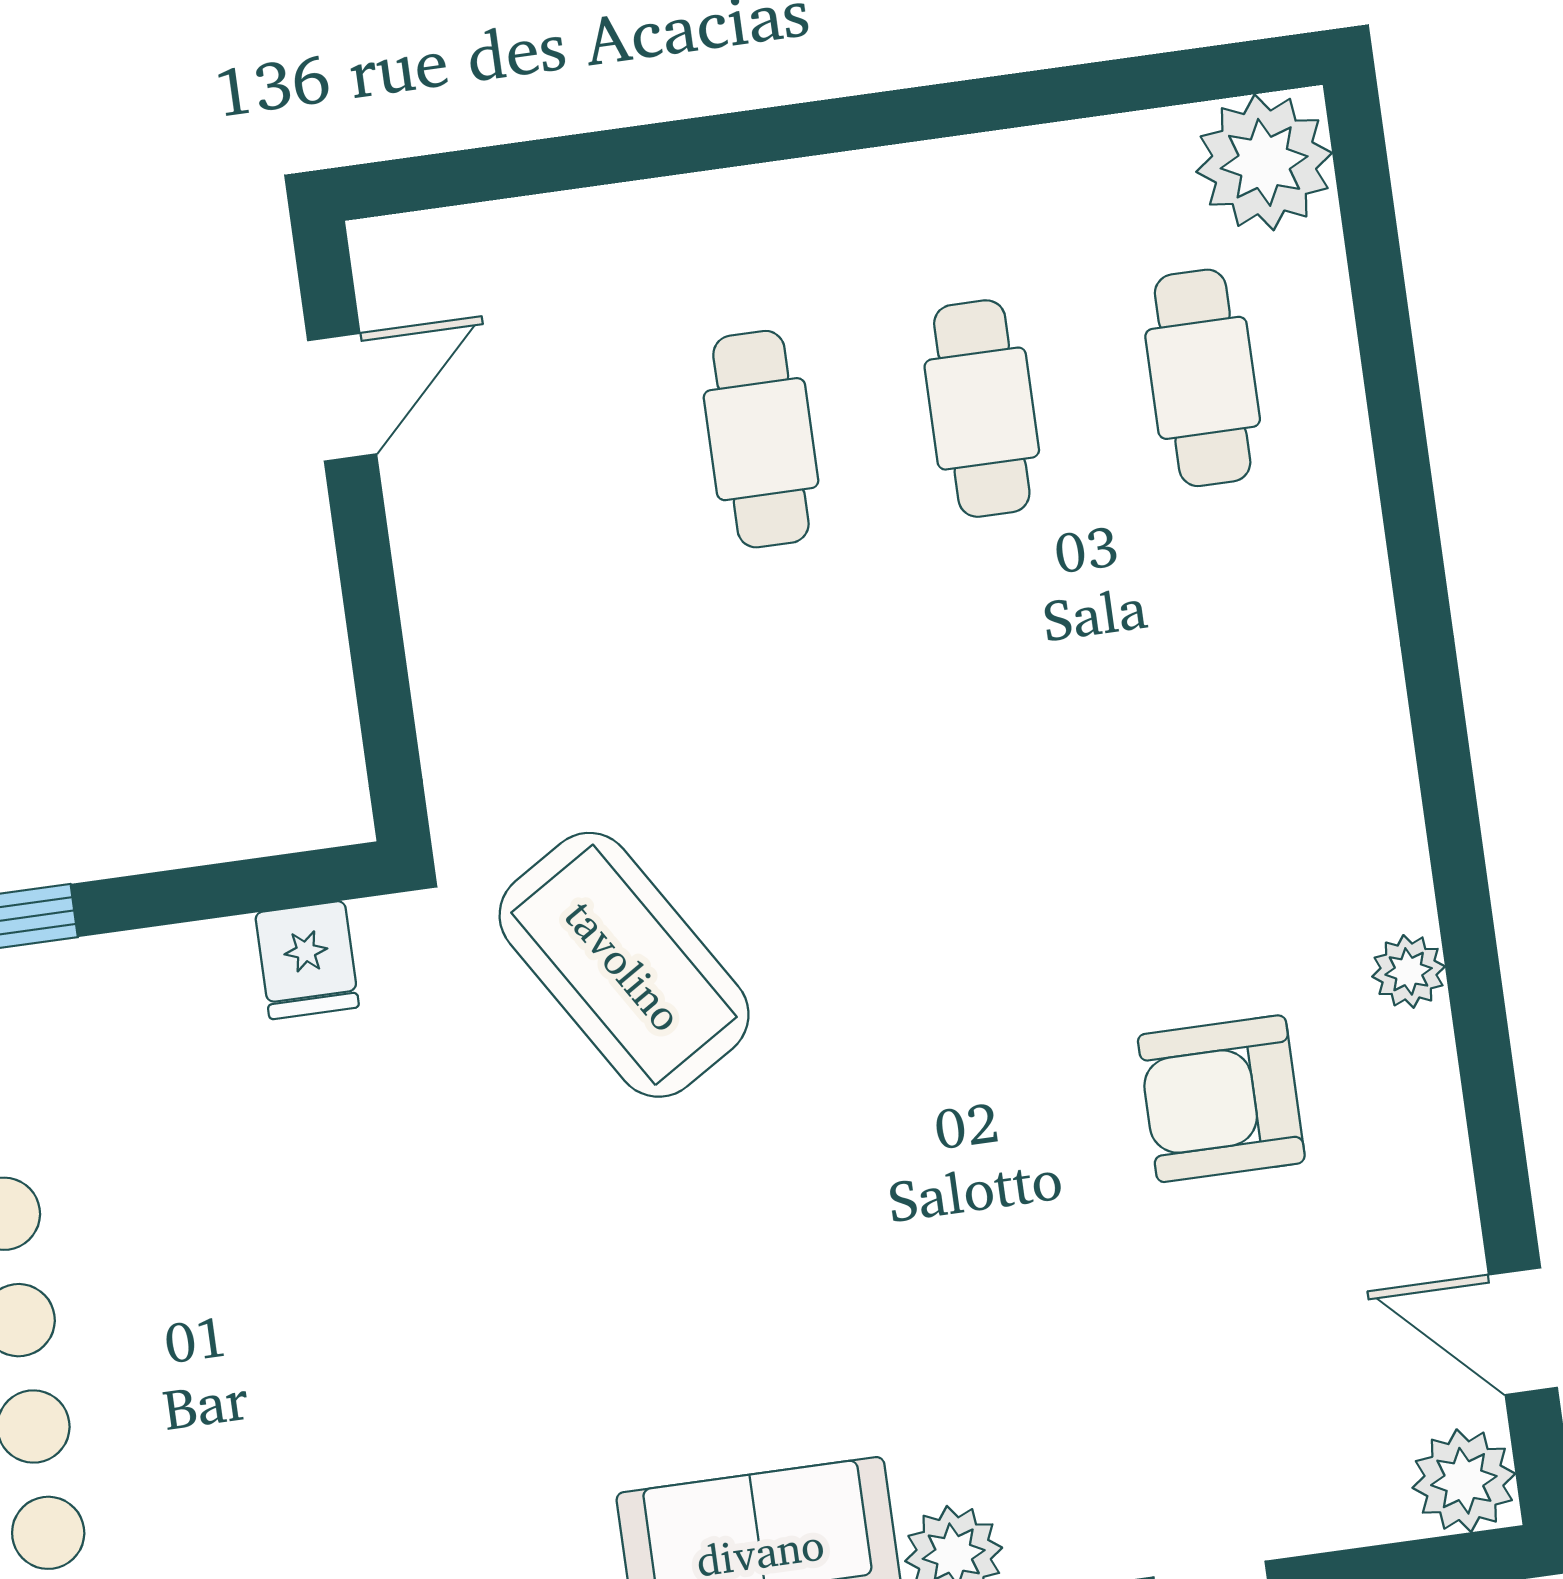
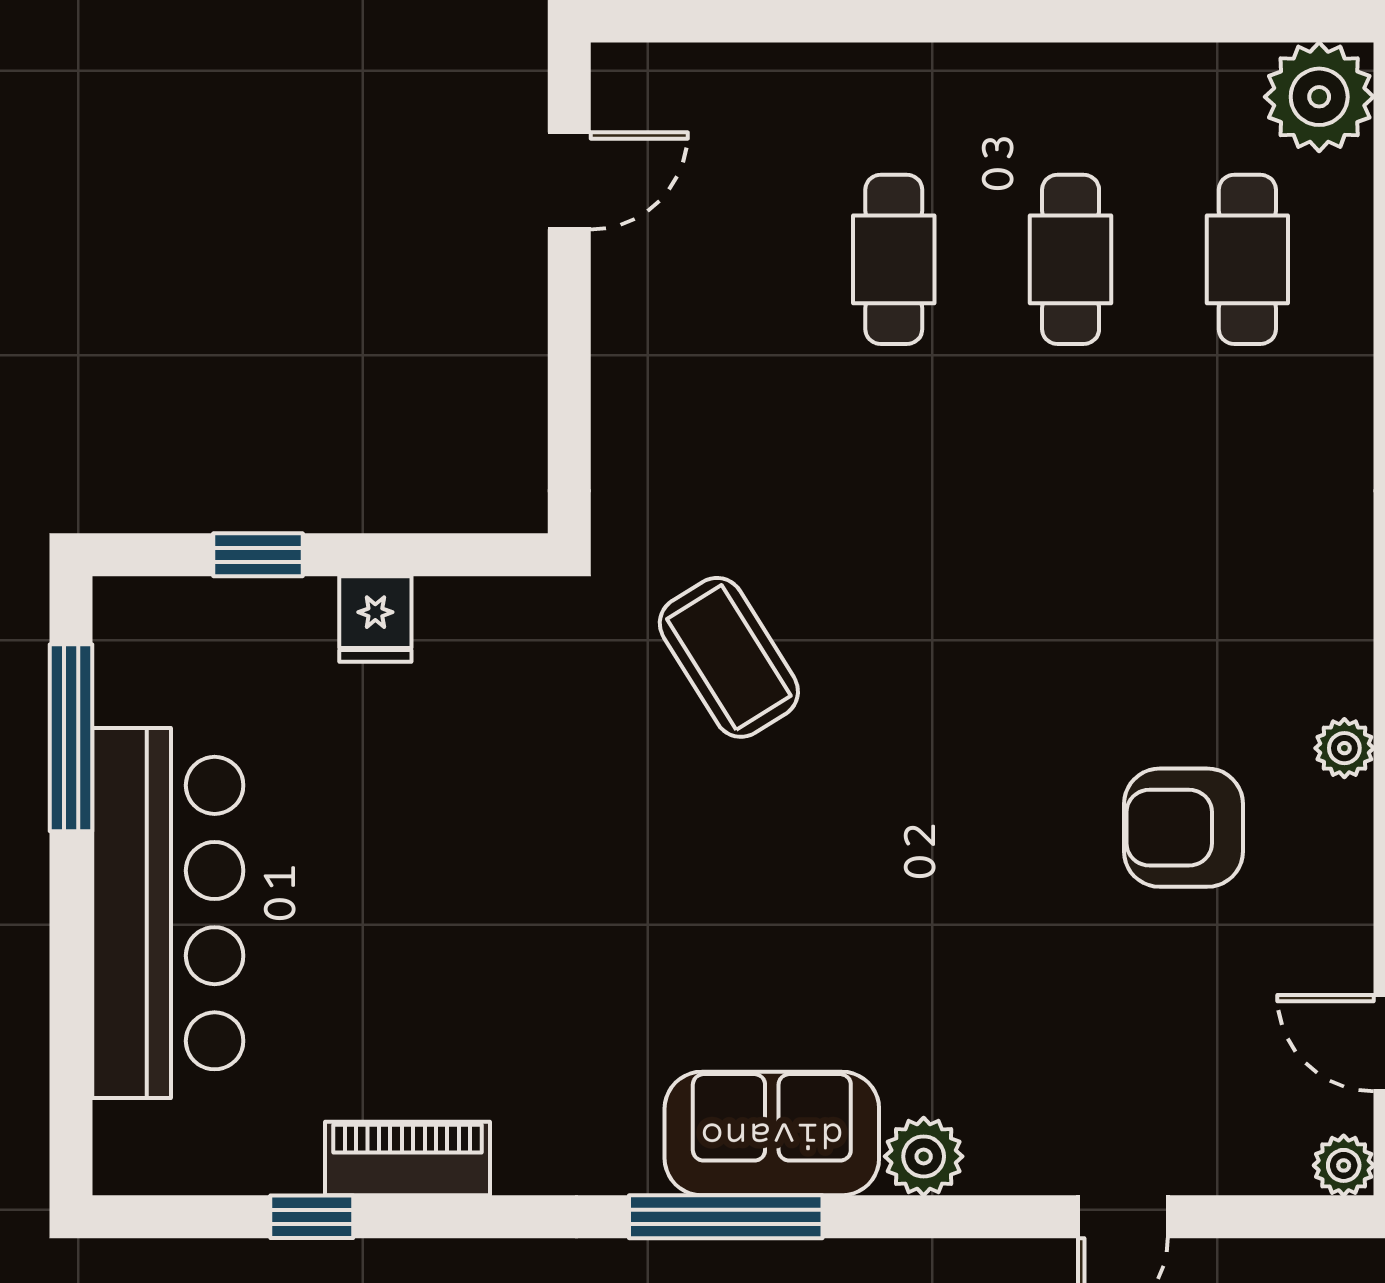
fridge: (307, 960) -> (375, 619), moved
coffee table: (624, 965) -> (729, 657), width x0.73, depth x0.76
plant: (1464, 1481) -> (1344, 1165), width x0.73, depth x0.73

